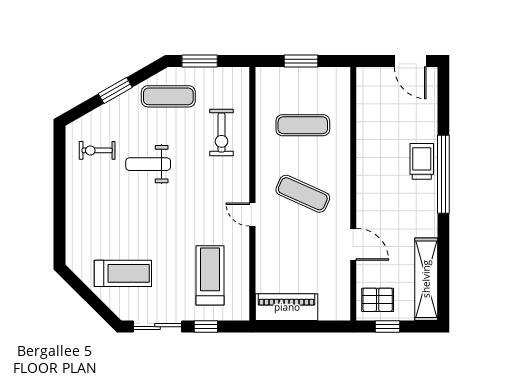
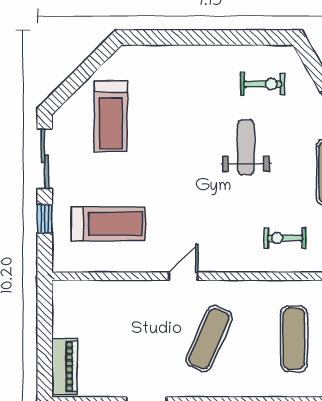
exercise bike: (222, 132) -> (285, 238), width x0.73, depth x0.72
exercise bike: (97, 150) -> (263, 84), turned 90
piano: (287, 307) -> (65, 367), moved, width x0.73, depth x0.75

